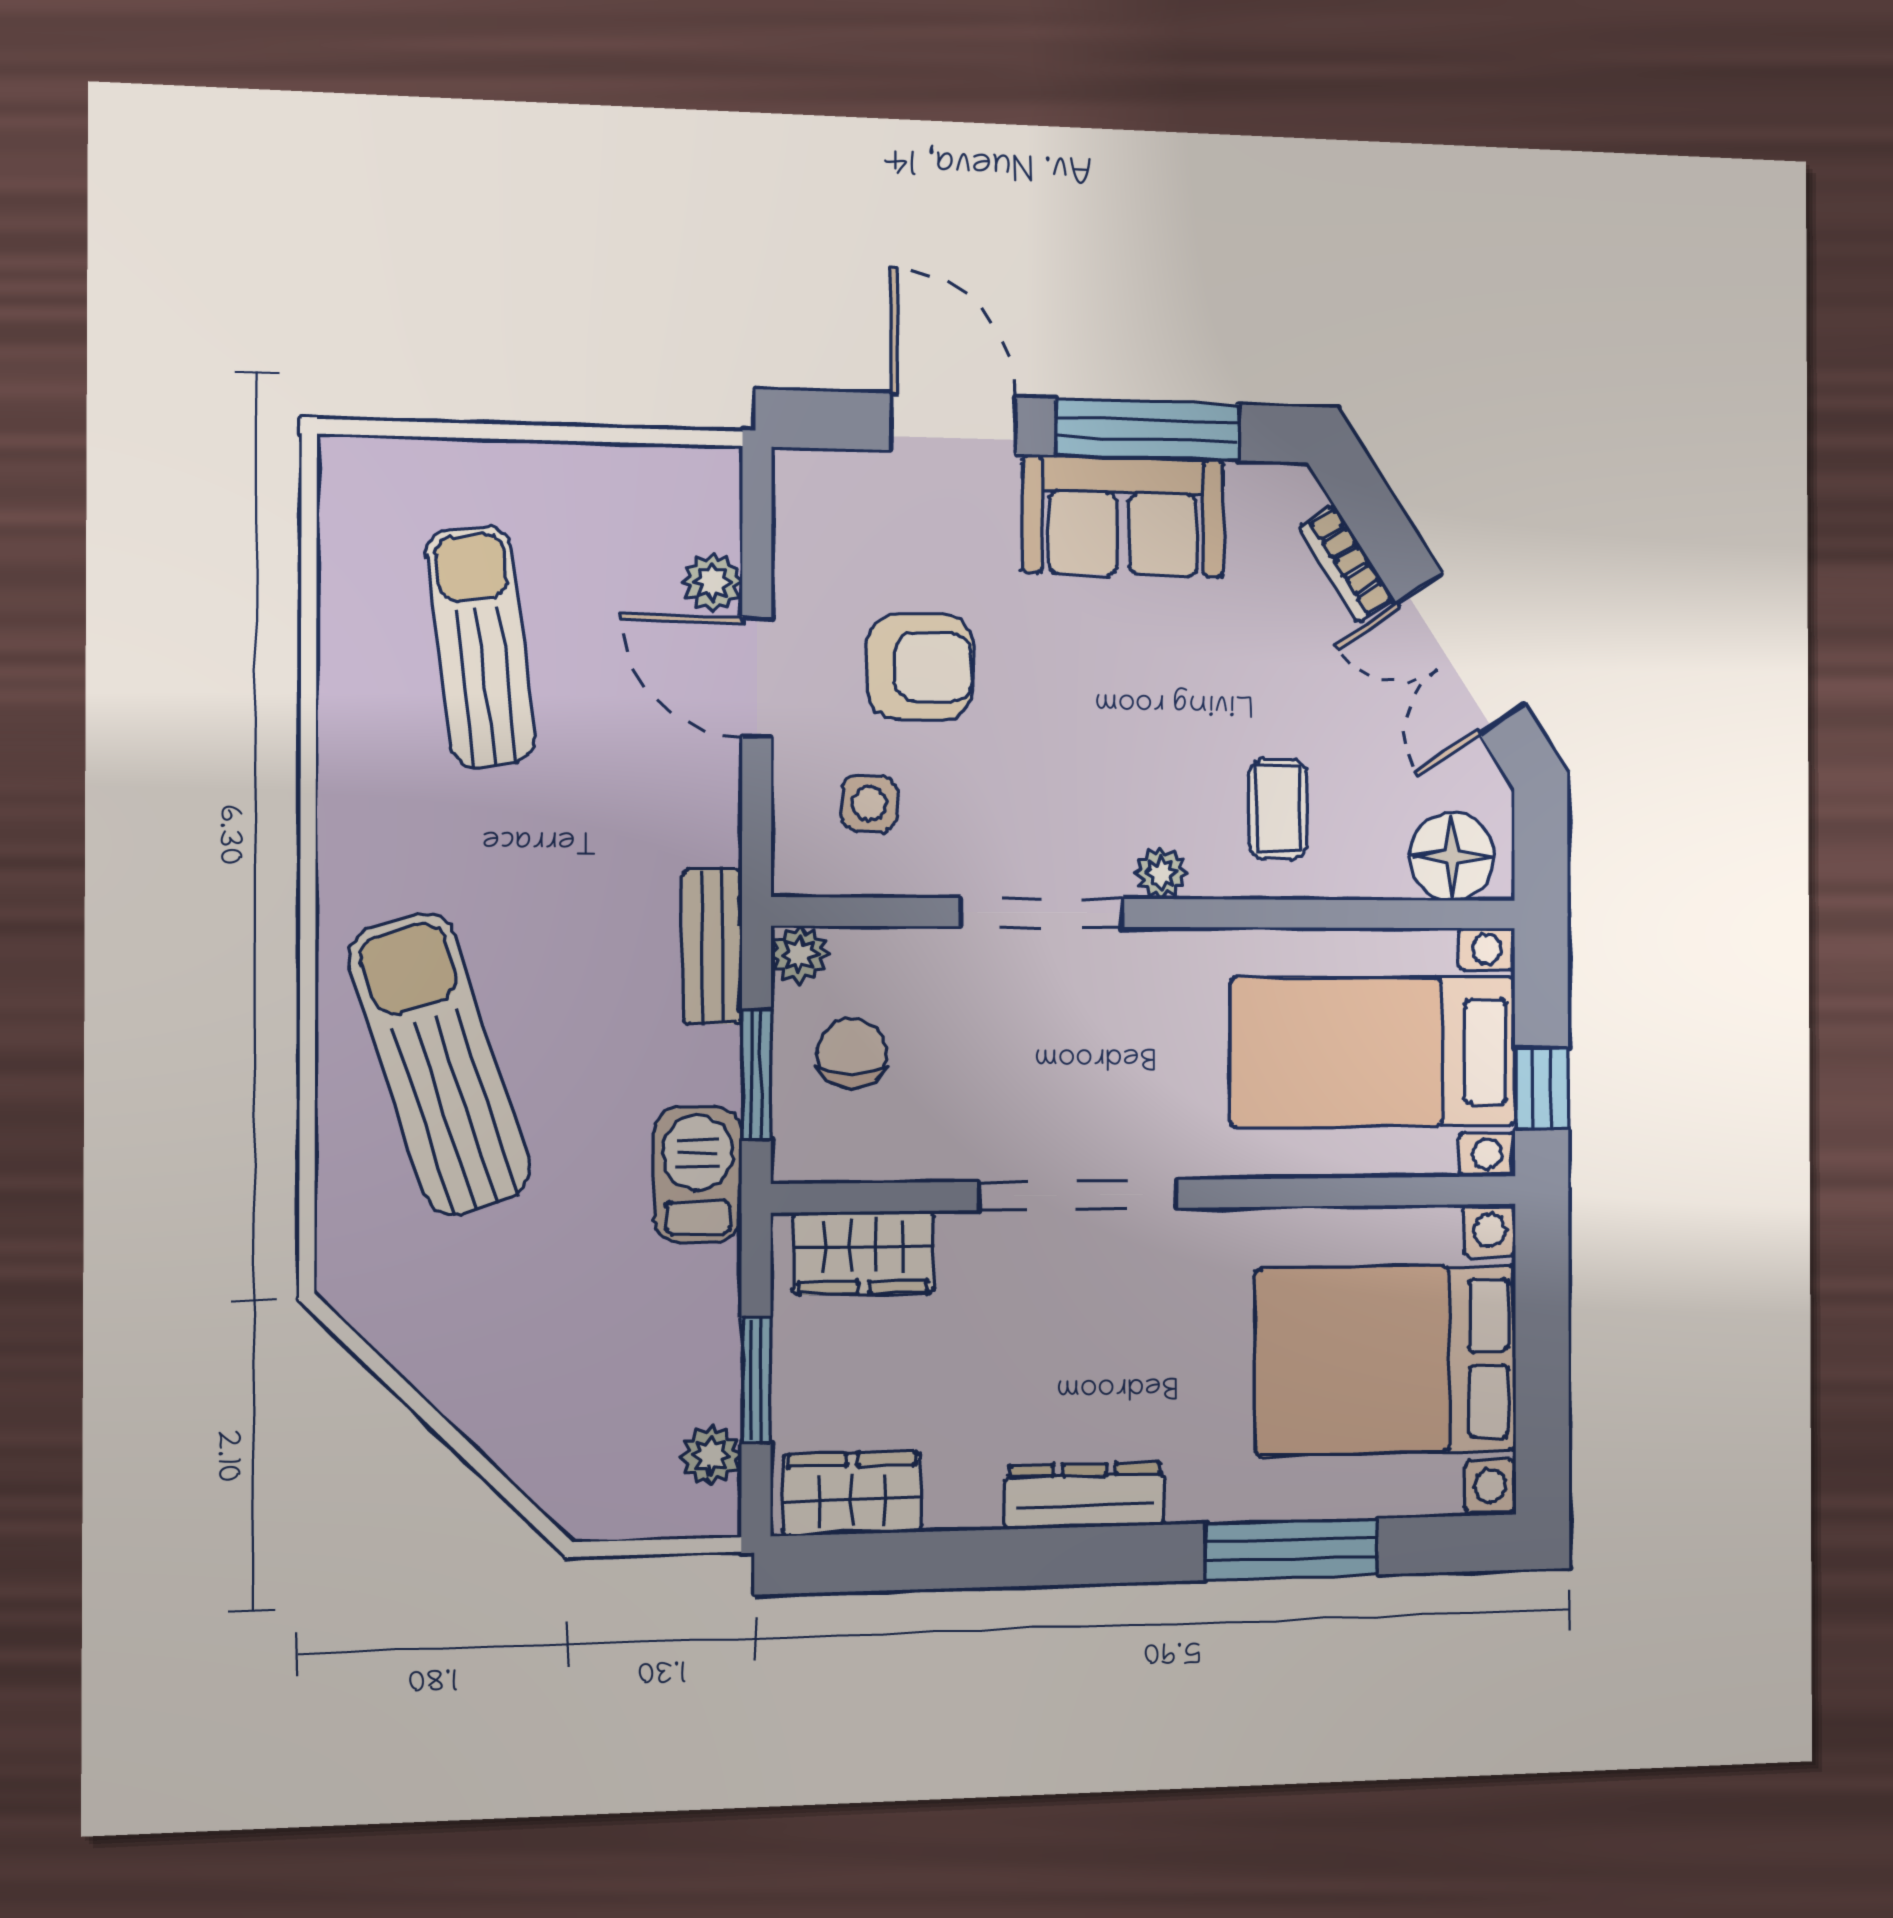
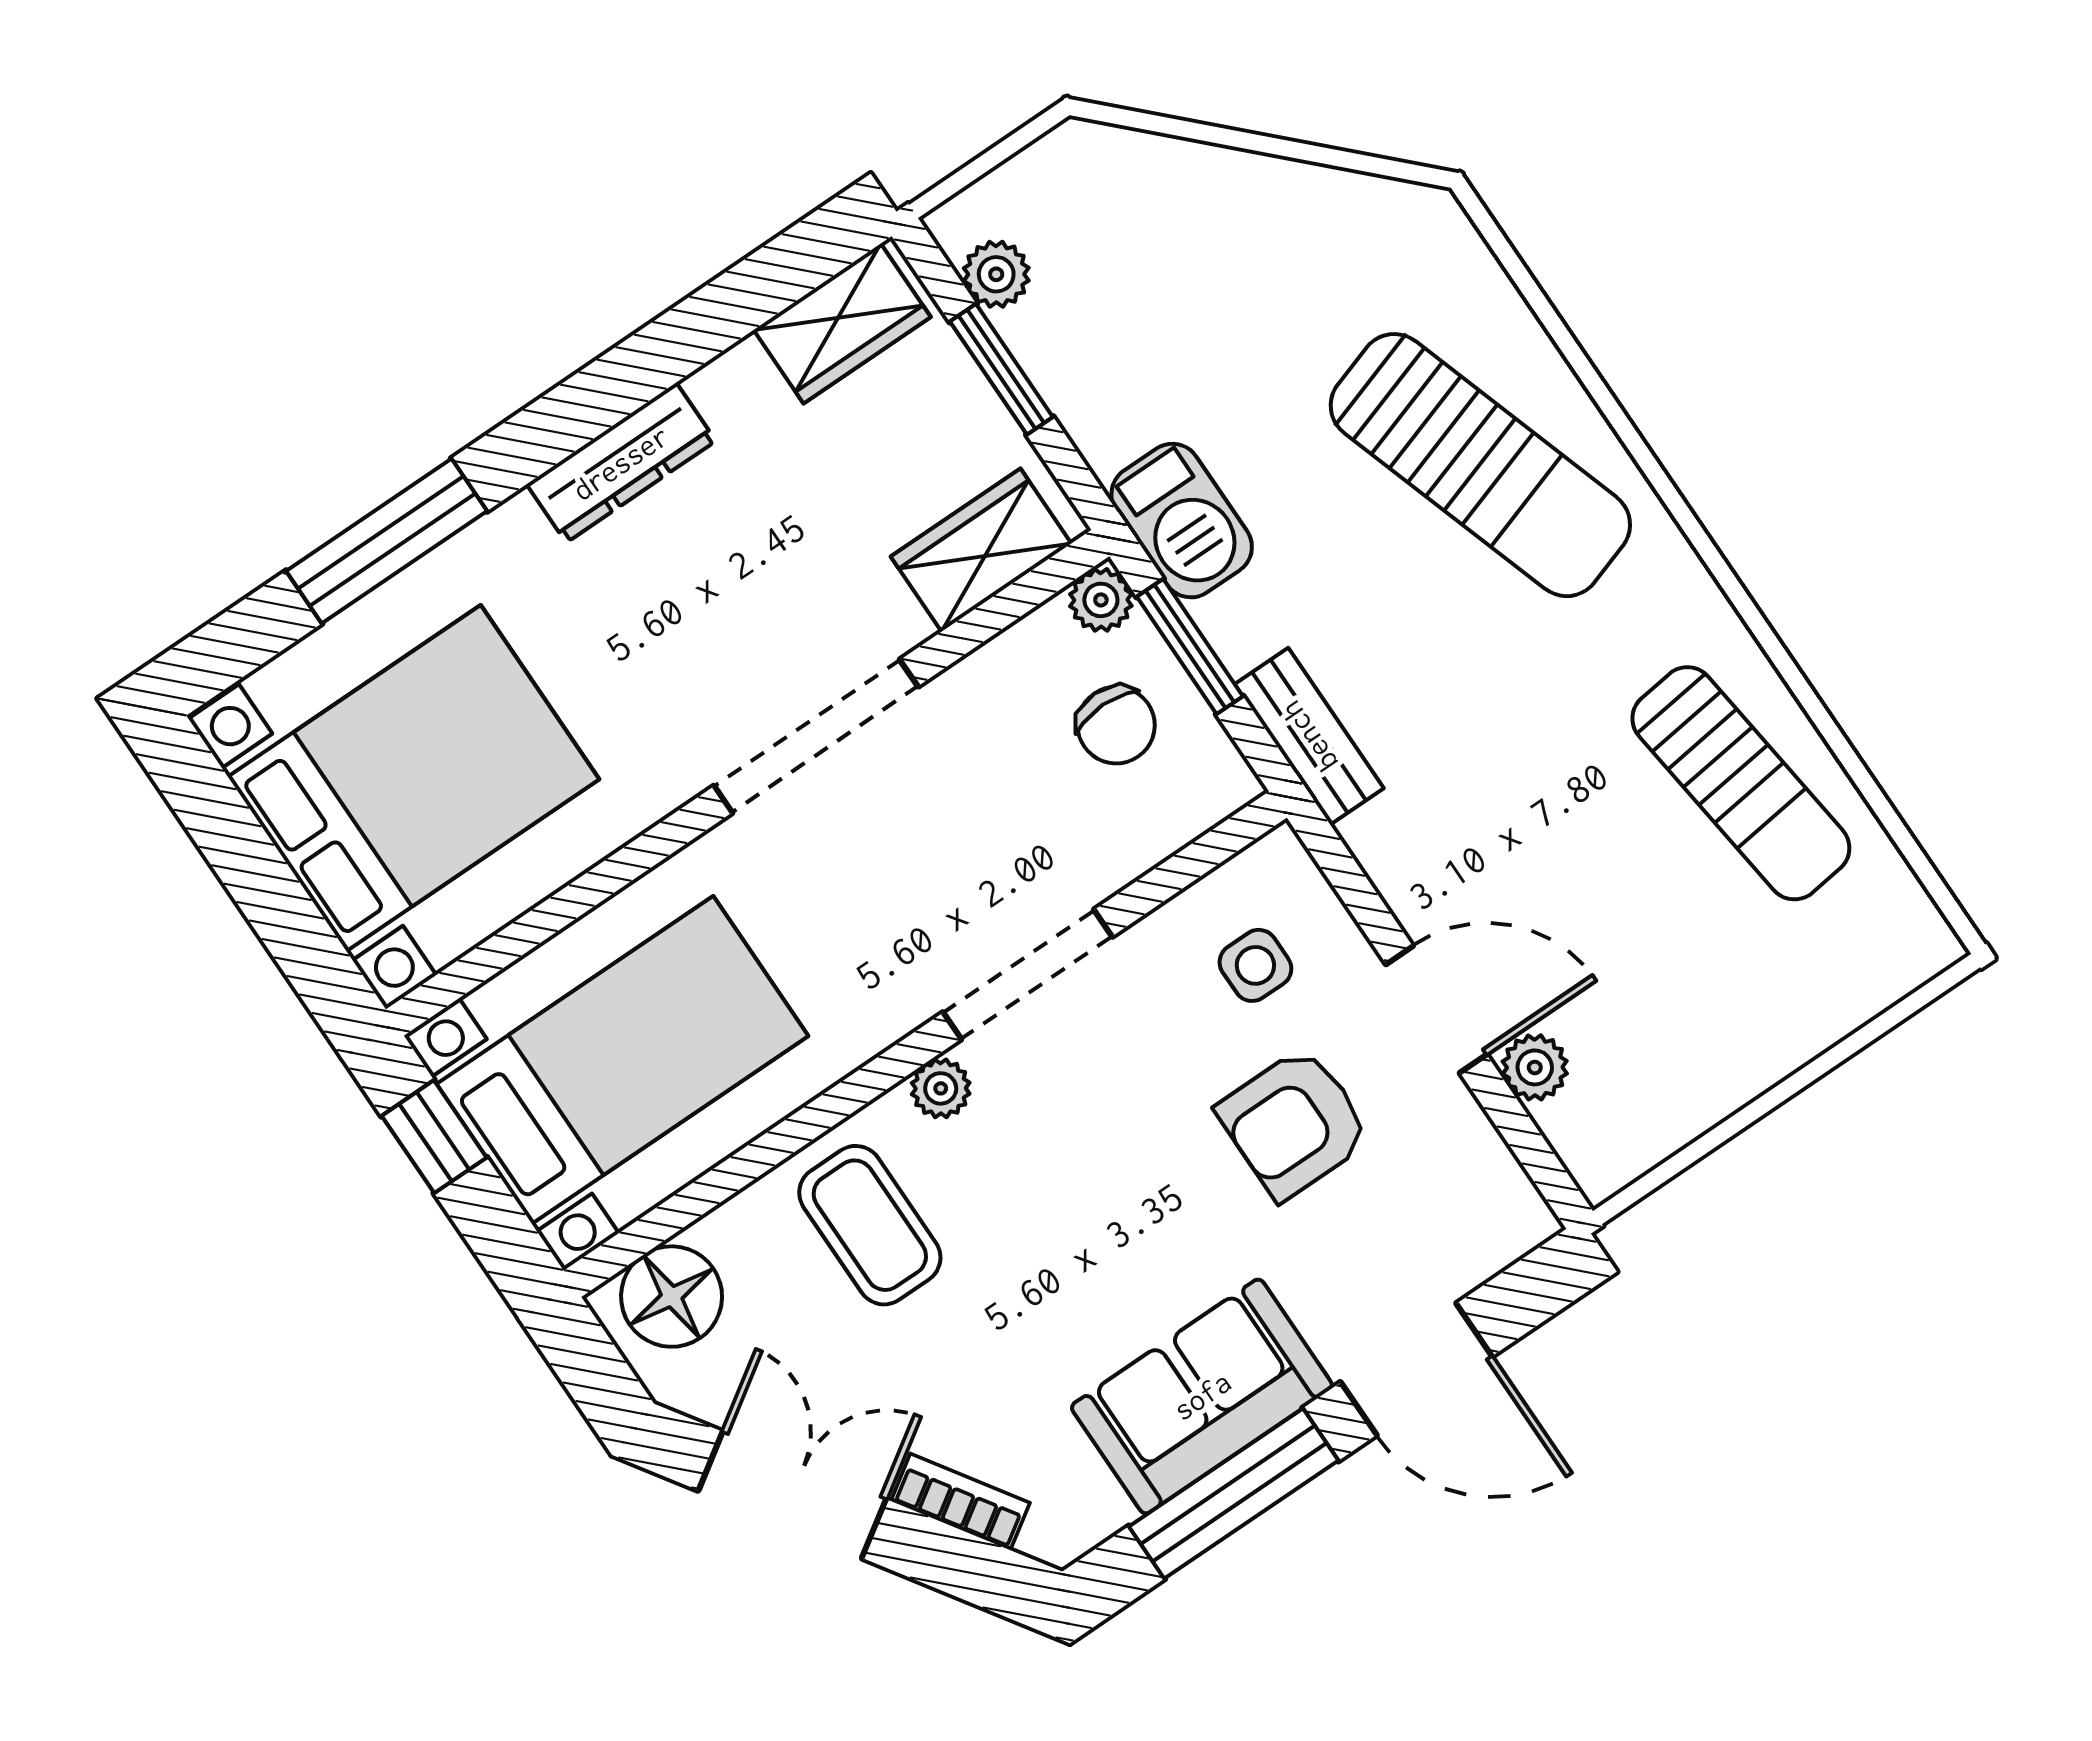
sun lounger: (481, 647) -> (1741, 783), moved
coffee table: (1278, 809) -> (870, 1225), width x1.36, depth x1.30
plant: (799, 954) -> (1101, 600), moved

